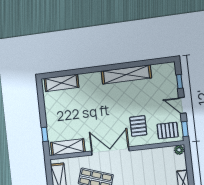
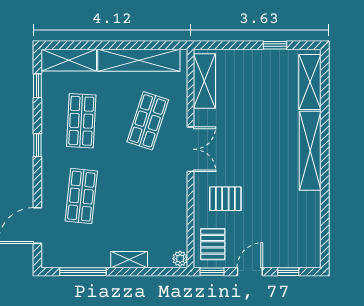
shelving: (126, 74) -> (310, 151), moved
window: (45, 134) -> (275, 45), moved
double door: (110, 151) -> (191, 149), width x0.73

